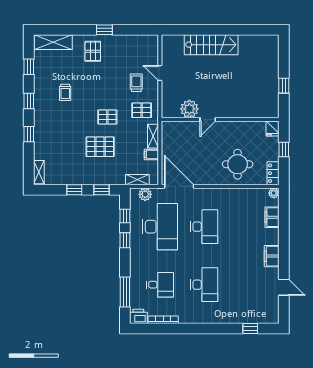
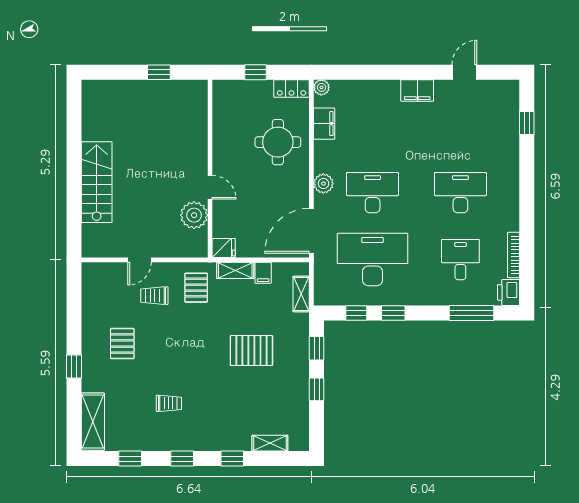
window: (104, 30) -> (74, 366), moved
pallet: (93, 51) -> (122, 344), moved, turned 90
pallet: (107, 117) -> (206, 340), removed
fridge: (273, 128) -> (224, 248), moved
pallet: (100, 147) -> (251, 350), turned 90
shelving: (39, 172) -> (270, 443), moved
plant: (145, 194) -> (323, 184), moved
filing cabinet: (272, 217) -> (324, 124), moved, turned -90

